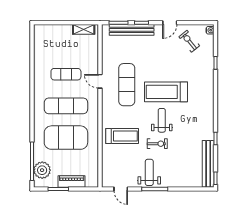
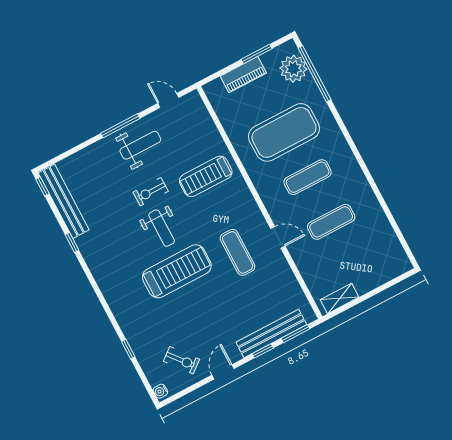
exercise mat: (127, 85) -> (238, 252), width x0.73, depth x0.69
exercise mat: (66, 106) -> (308, 177), width x0.73, depth x0.69
weight bench: (149, 172) -> (140, 145), turned -90

